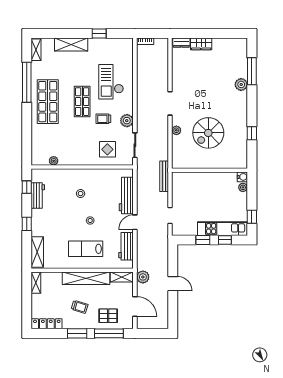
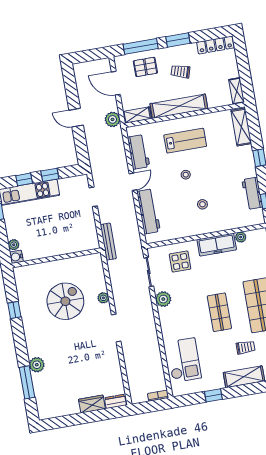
checkout: (111, 82) -> (184, 360), moved
trolley: (103, 119) -> (245, 347), moved
freezer: (75, 158) -> (217, 245), added

